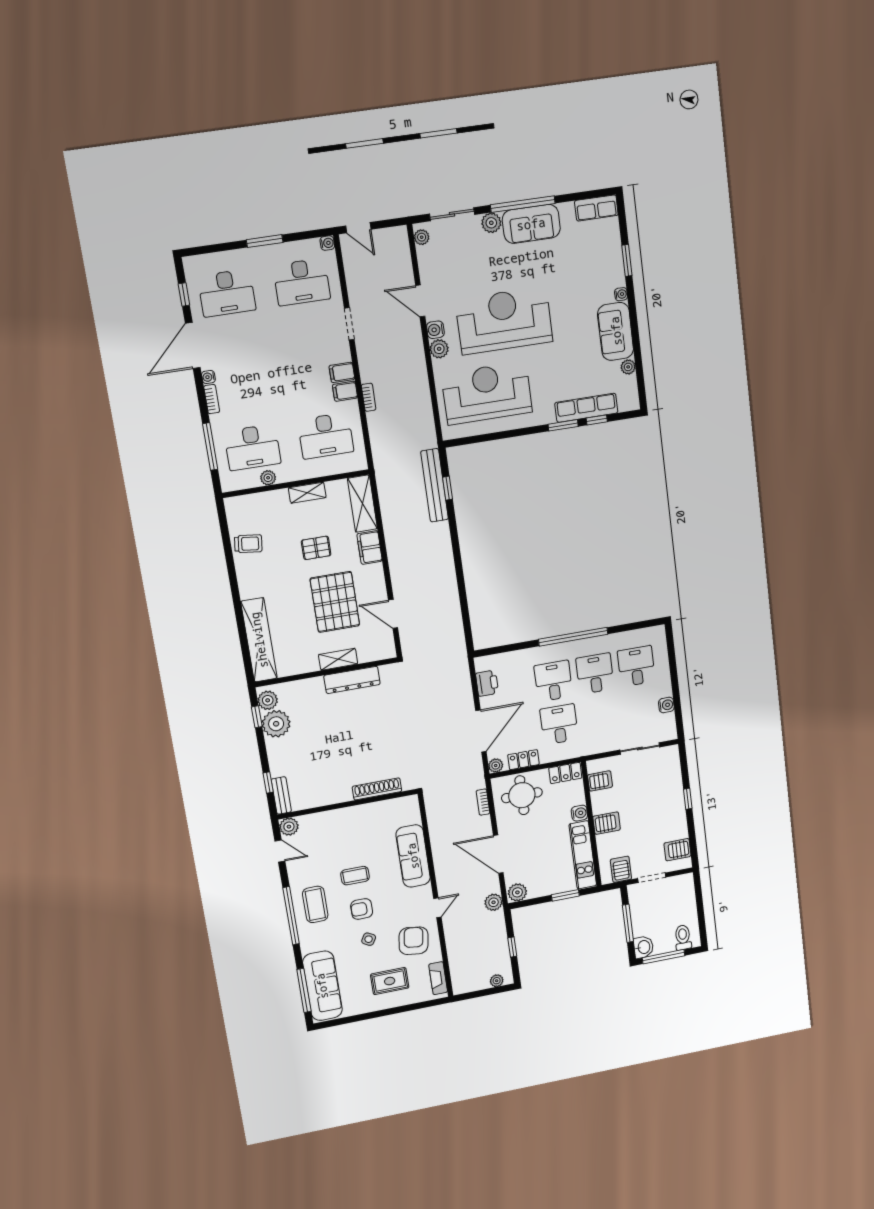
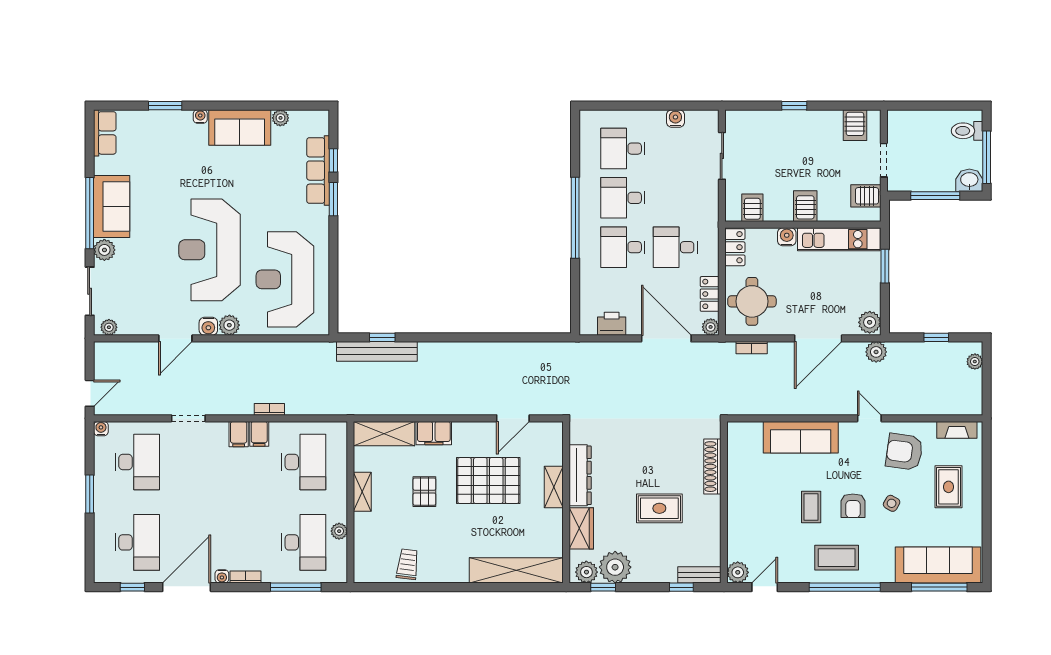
door: (193, 346) -> (187, 587), swing flipped
wardrobe: (306, 689) -> (581, 528), added
rug: (334, 752) -> (659, 508), added

